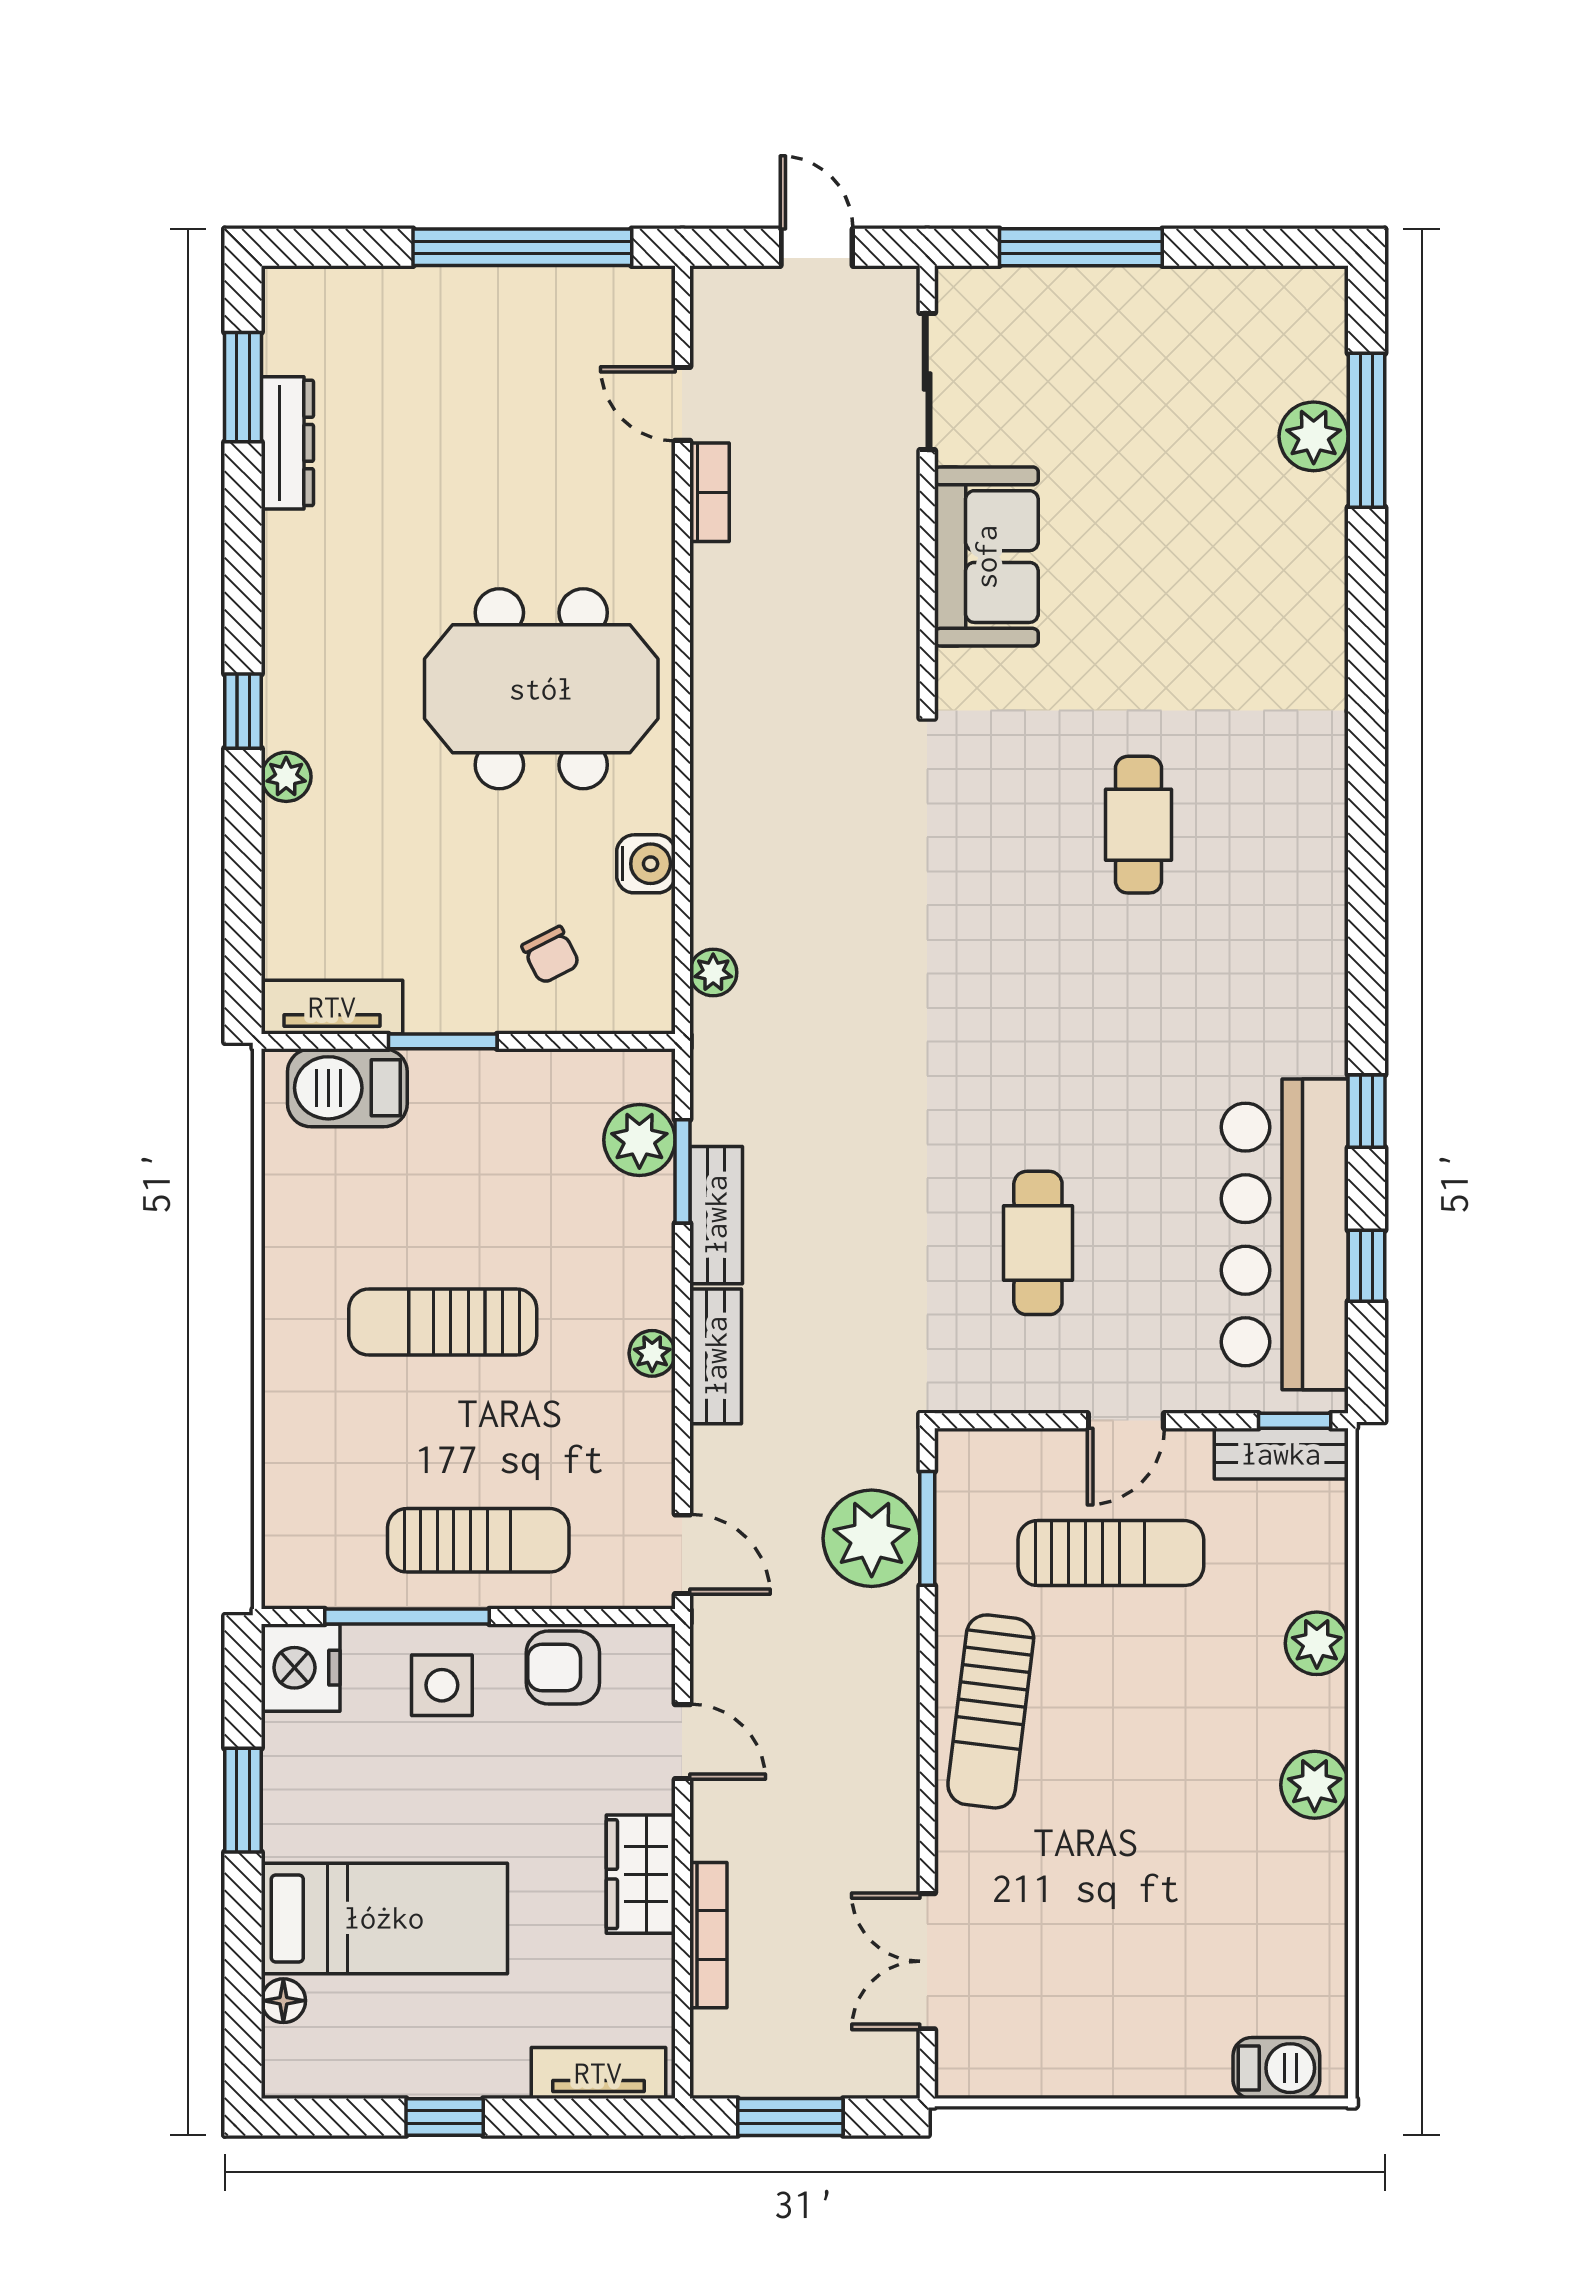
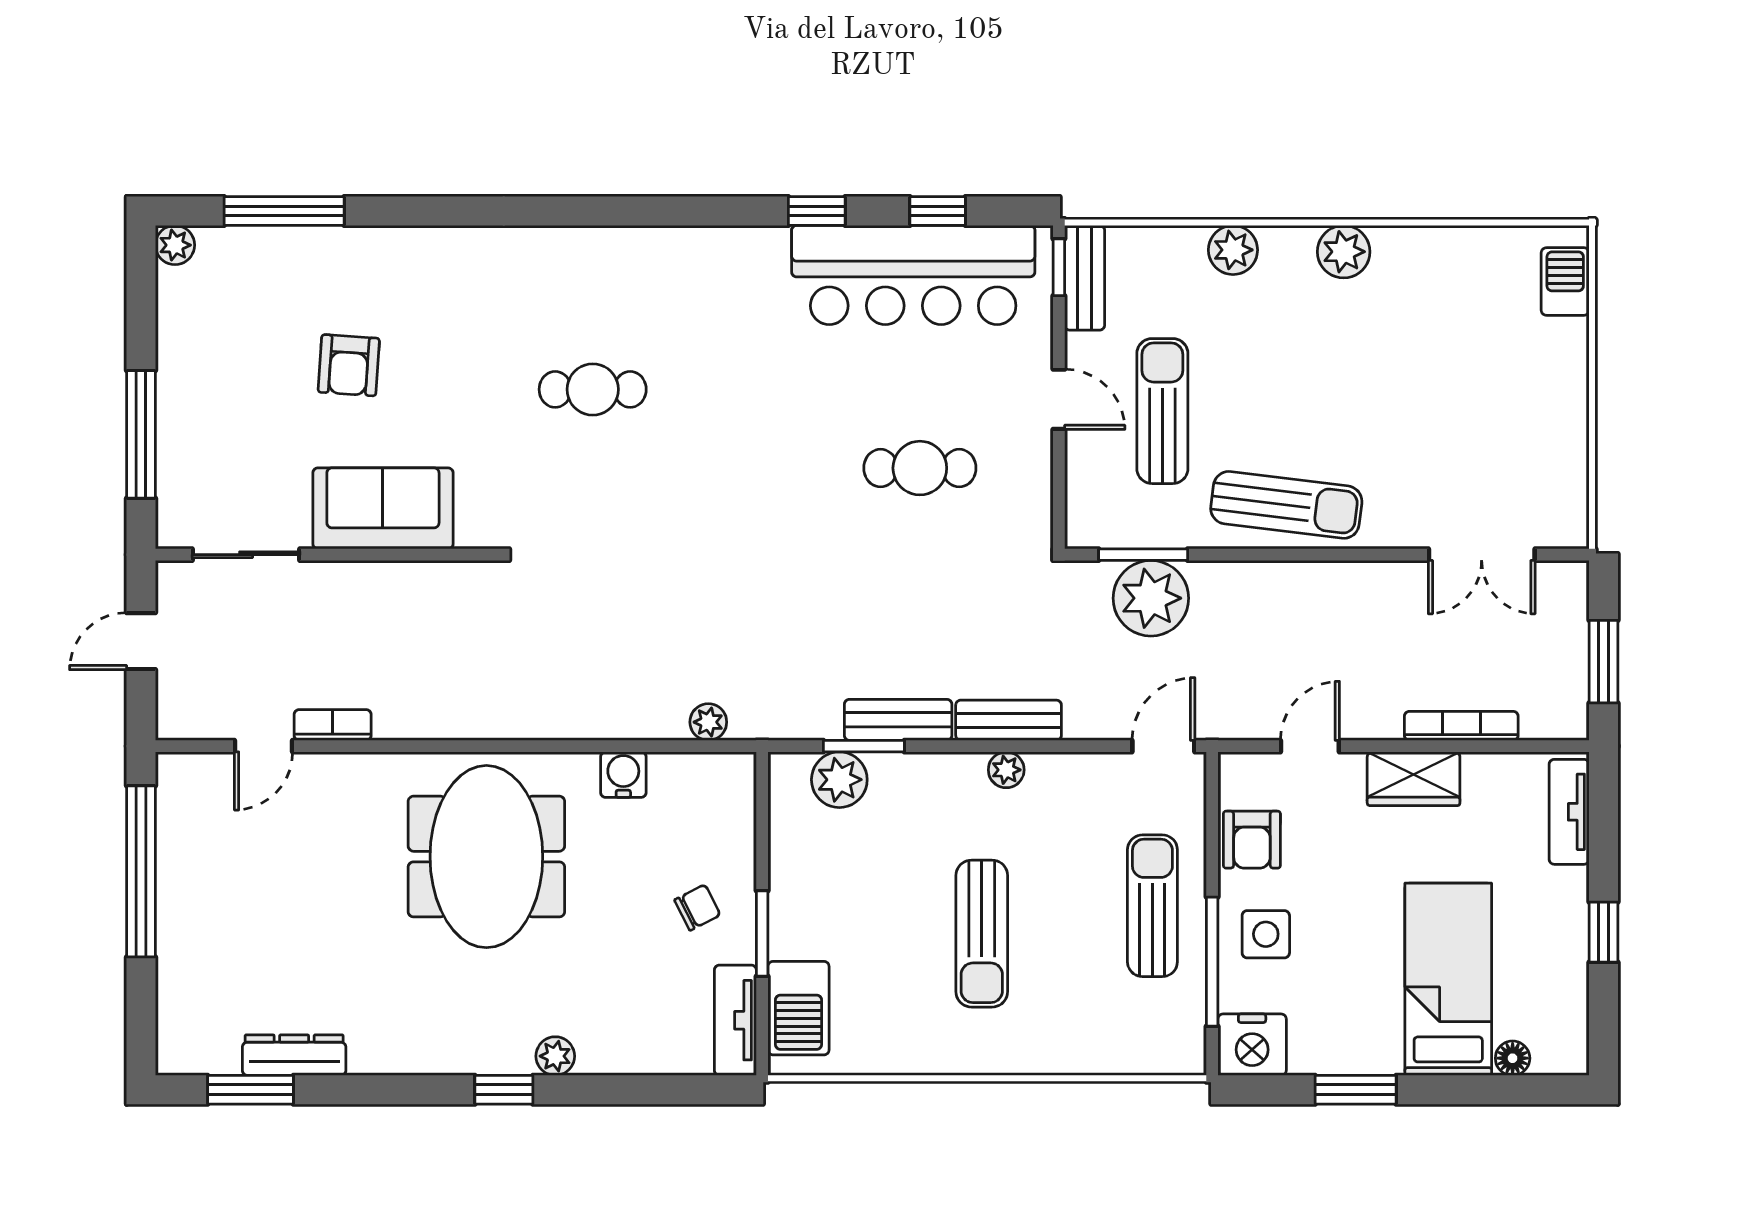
plant: (1314, 436) -> (175, 245), moved, width x0.73, depth x0.73
armchair: (1169, 513) -> (349, 365), added
chair: (551, 955) -> (697, 907), moved

